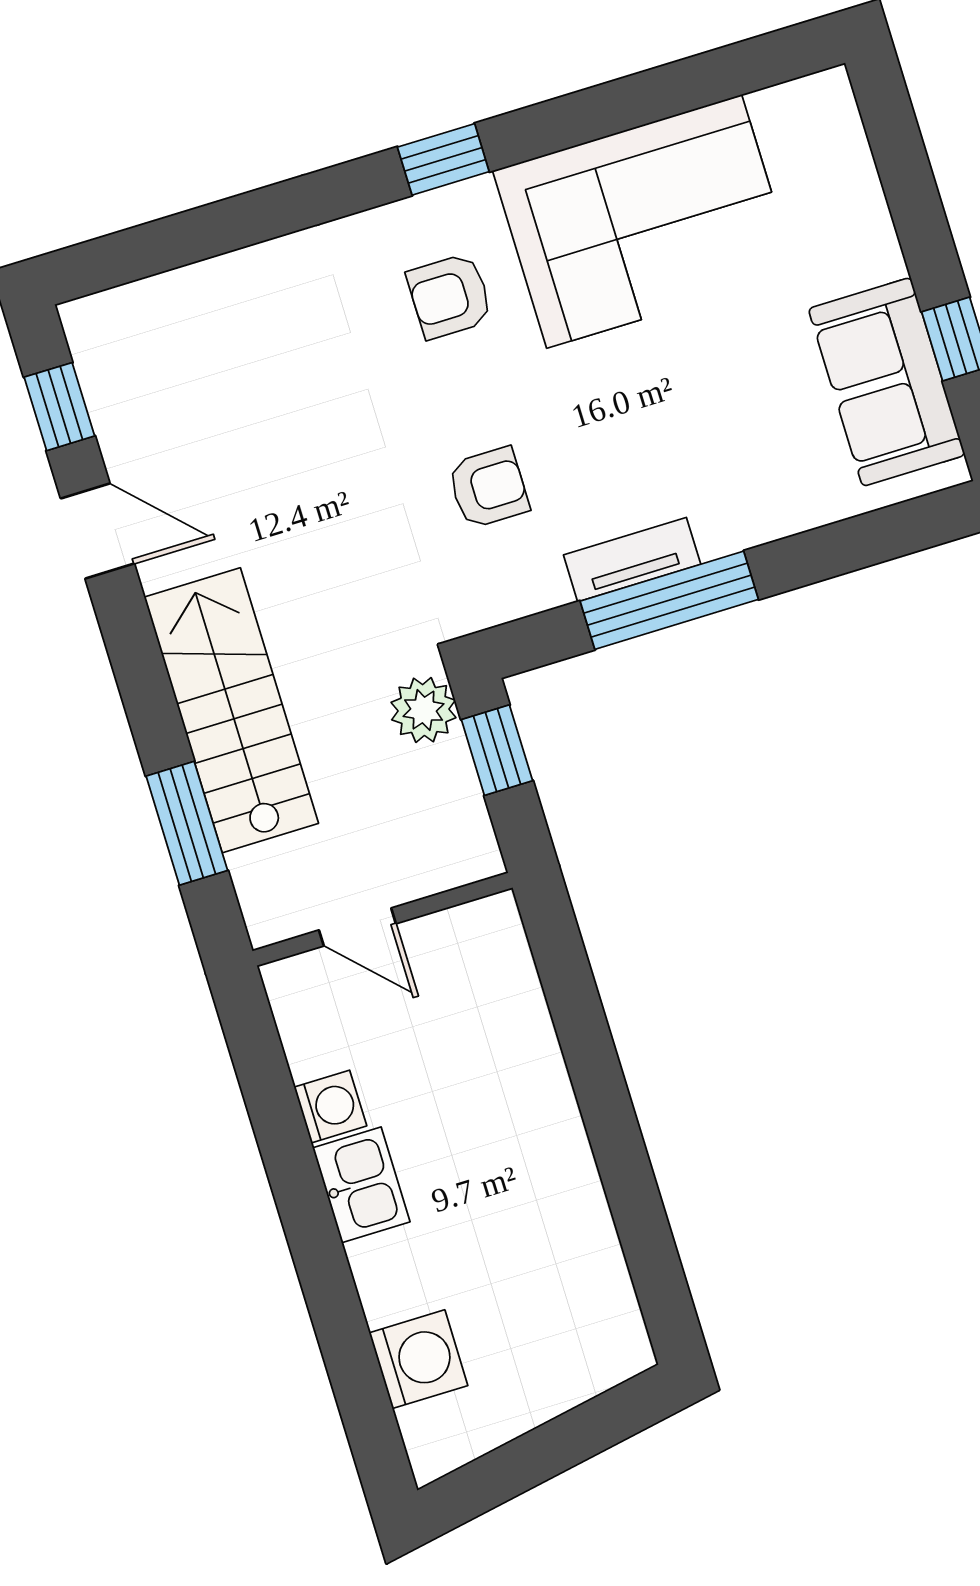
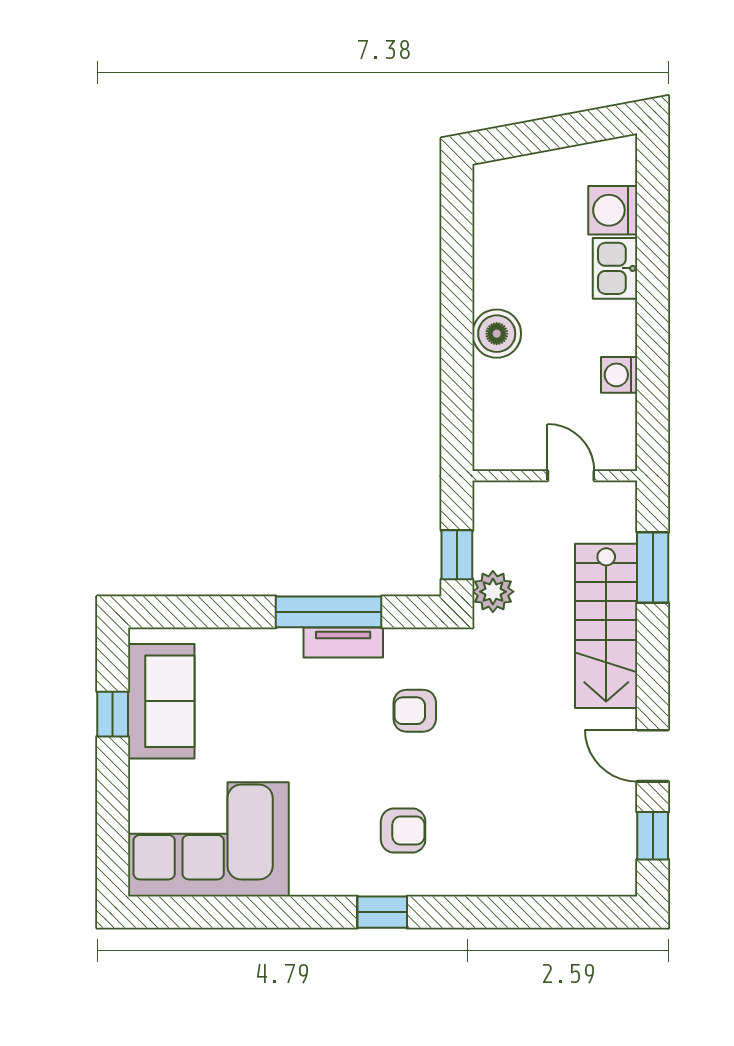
corner sofa: (644, 221) -> (208, 839), moved
boiler: (540, 1112) -> (497, 334), added
kitchen sink: (361, 1185) -> (615, 268), moved

